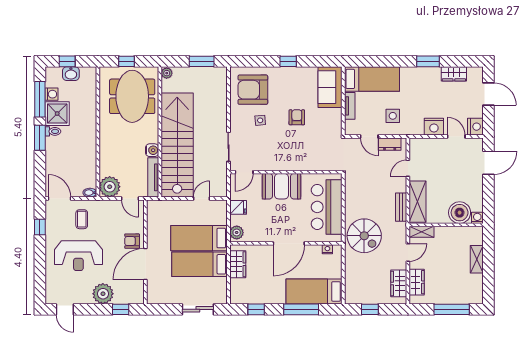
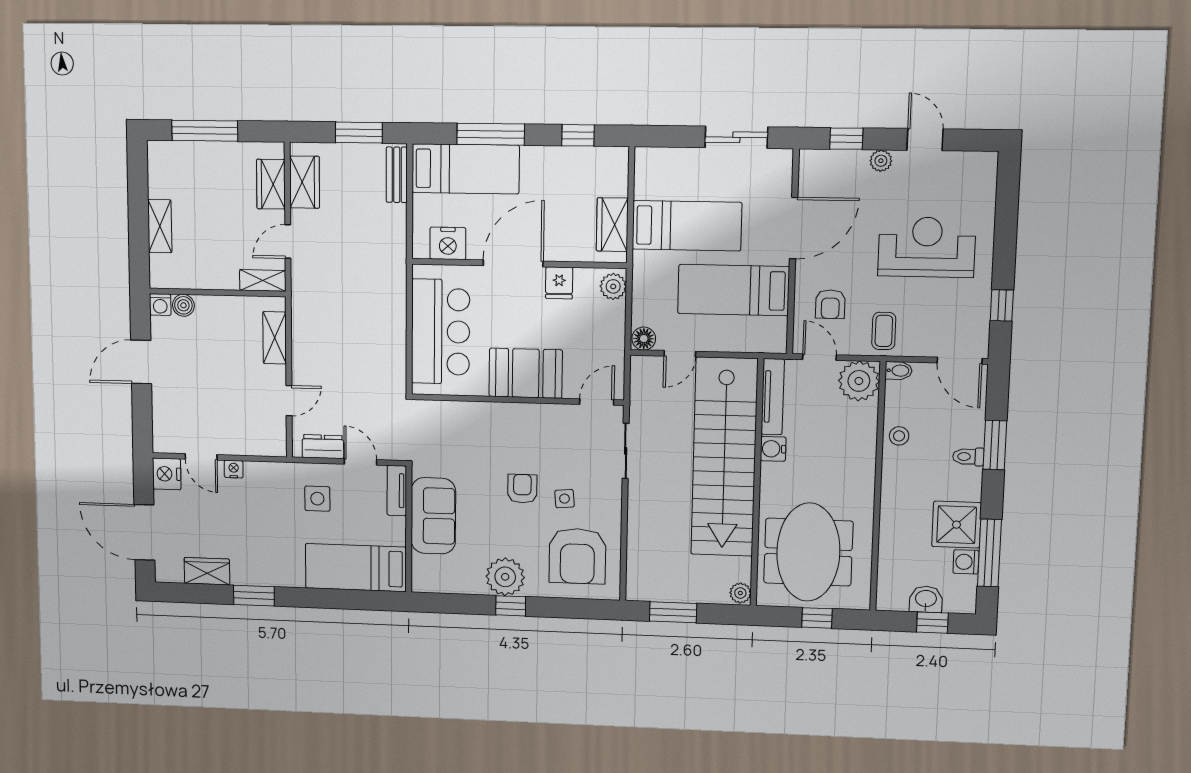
plant: (291, 77) -> (505, 577), added
sofa: (330, 87) -> (433, 516), moved
armchair: (253, 90) -> (577, 556), turned 90
door: (488, 94) -> (144, 532), width x1.36
tv unit: (350, 106) -> (397, 491), moved
armchair: (297, 117) -> (522, 489), moved, turned 180
nightstand: (434, 127) -> (234, 469), width x0.53, depth x0.56
toilet: (53, 131) -> (968, 457), moved
window: (40, 138) -> (995, 445), moved
stool: (88, 159) -> (899, 436), added
door: (488, 163) -> (141, 362), moved
shelving: (417, 202) -> (275, 338), width x0.67, depth x0.75
floor lamp: (220, 206) -> (644, 339), added
fridge: (238, 207) -> (559, 283), moved, turned -90
bench: (401, 207) -> (397, 175), moved
boiler: (460, 213) -> (183, 305), width x0.54, depth x0.54
coffee table: (82, 219) -> (884, 331), moved
spiral stairs: (364, 236) -> (370, 275), removed
bed: (199, 238) -> (733, 290), moved, turned 180
armchair: (132, 241) -> (830, 304), moved, turned 90
nightstand: (327, 249) -> (448, 243), width x1.89, depth x1.79
plant: (103, 294) -> (881, 161), width x0.53, depth x0.53
door: (65, 309) -> (925, 140), moved
sliding door: (198, 309) -> (736, 137), moved
window: (370, 309) -> (359, 133), width x1.50

